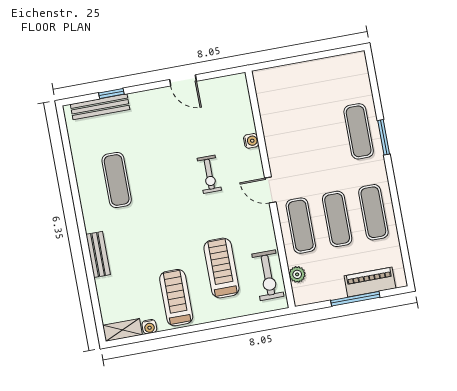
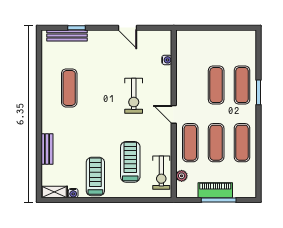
exercise mat: (322, 138) -> (216, 85), added
water cooler: (251, 141) -> (167, 60), moved
exercise bike: (209, 174) -> (134, 96), width x1.38, depth x1.39
bench: (98, 254) -> (47, 149), moved
piano: (370, 282) -> (215, 190), moved

